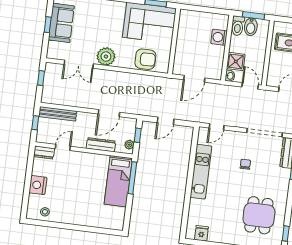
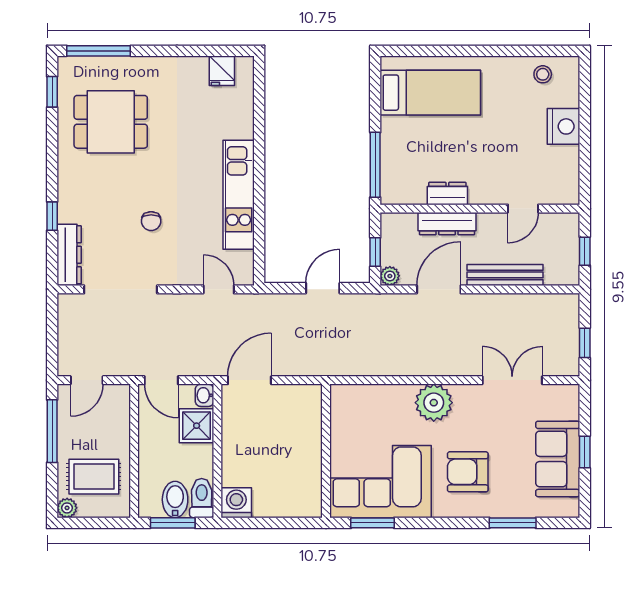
washing machine: (219, 37) -> (236, 503), moved, turned -90
plant: (106, 57) -> (434, 403), moved
armchair: (145, 59) -> (468, 472), moved
door: (194, 79) -> (249, 380), moved
bench: (58, 114) -> (505, 275), moved
door: (217, 127) -> (219, 289), hinge flipped
plant: (129, 145) -> (390, 276), moved
dresser: (44, 153) -> (447, 194), moved
bed: (118, 181) -> (430, 93), moved, turned 90
dining table: (259, 215) -> (111, 122), turned 90

